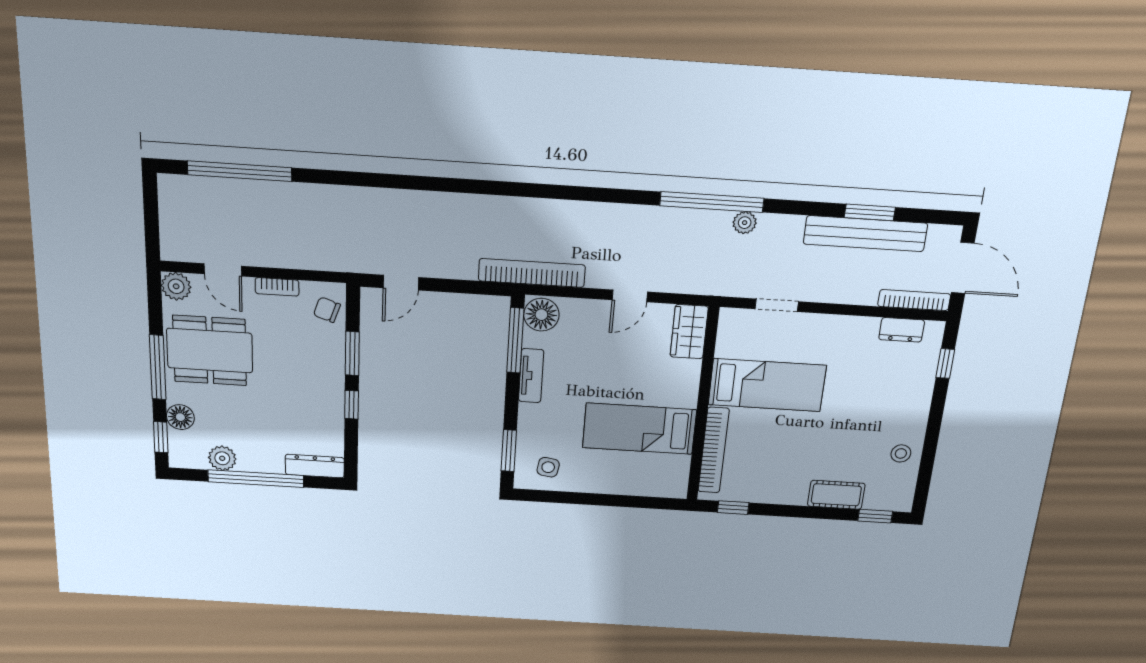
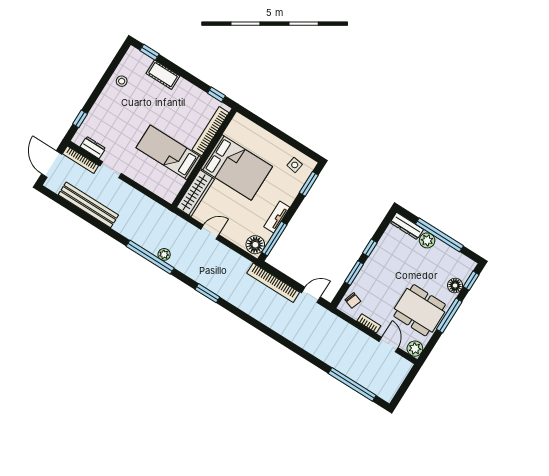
window: (870, 212) -> (207, 293), moved
plant: (745, 223) -> (164, 254), moved
bookcase: (532, 273) -> (273, 283), moved
doorway: (777, 305) -> (111, 170), moved
wardrobe: (689, 332) -> (195, 193), width x1.50
bed: (639, 429) -> (237, 168), width x1.50
plant: (222, 458) -> (427, 240), moved

